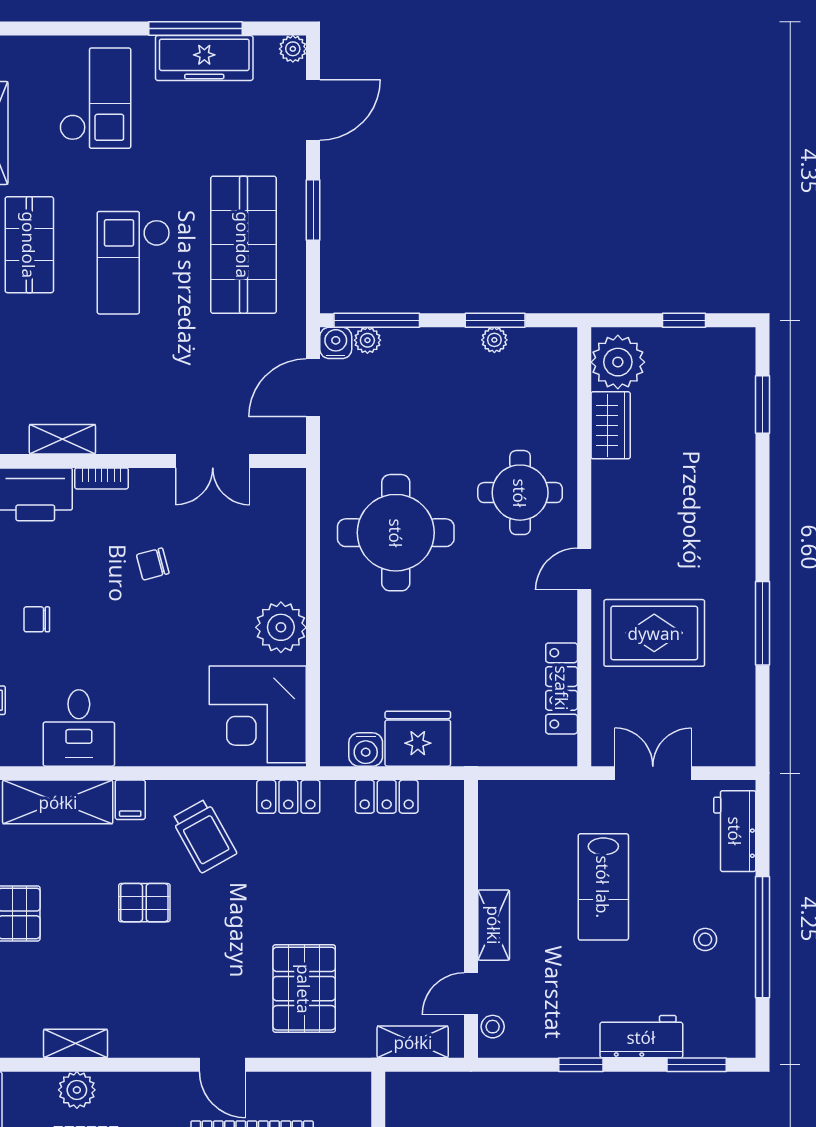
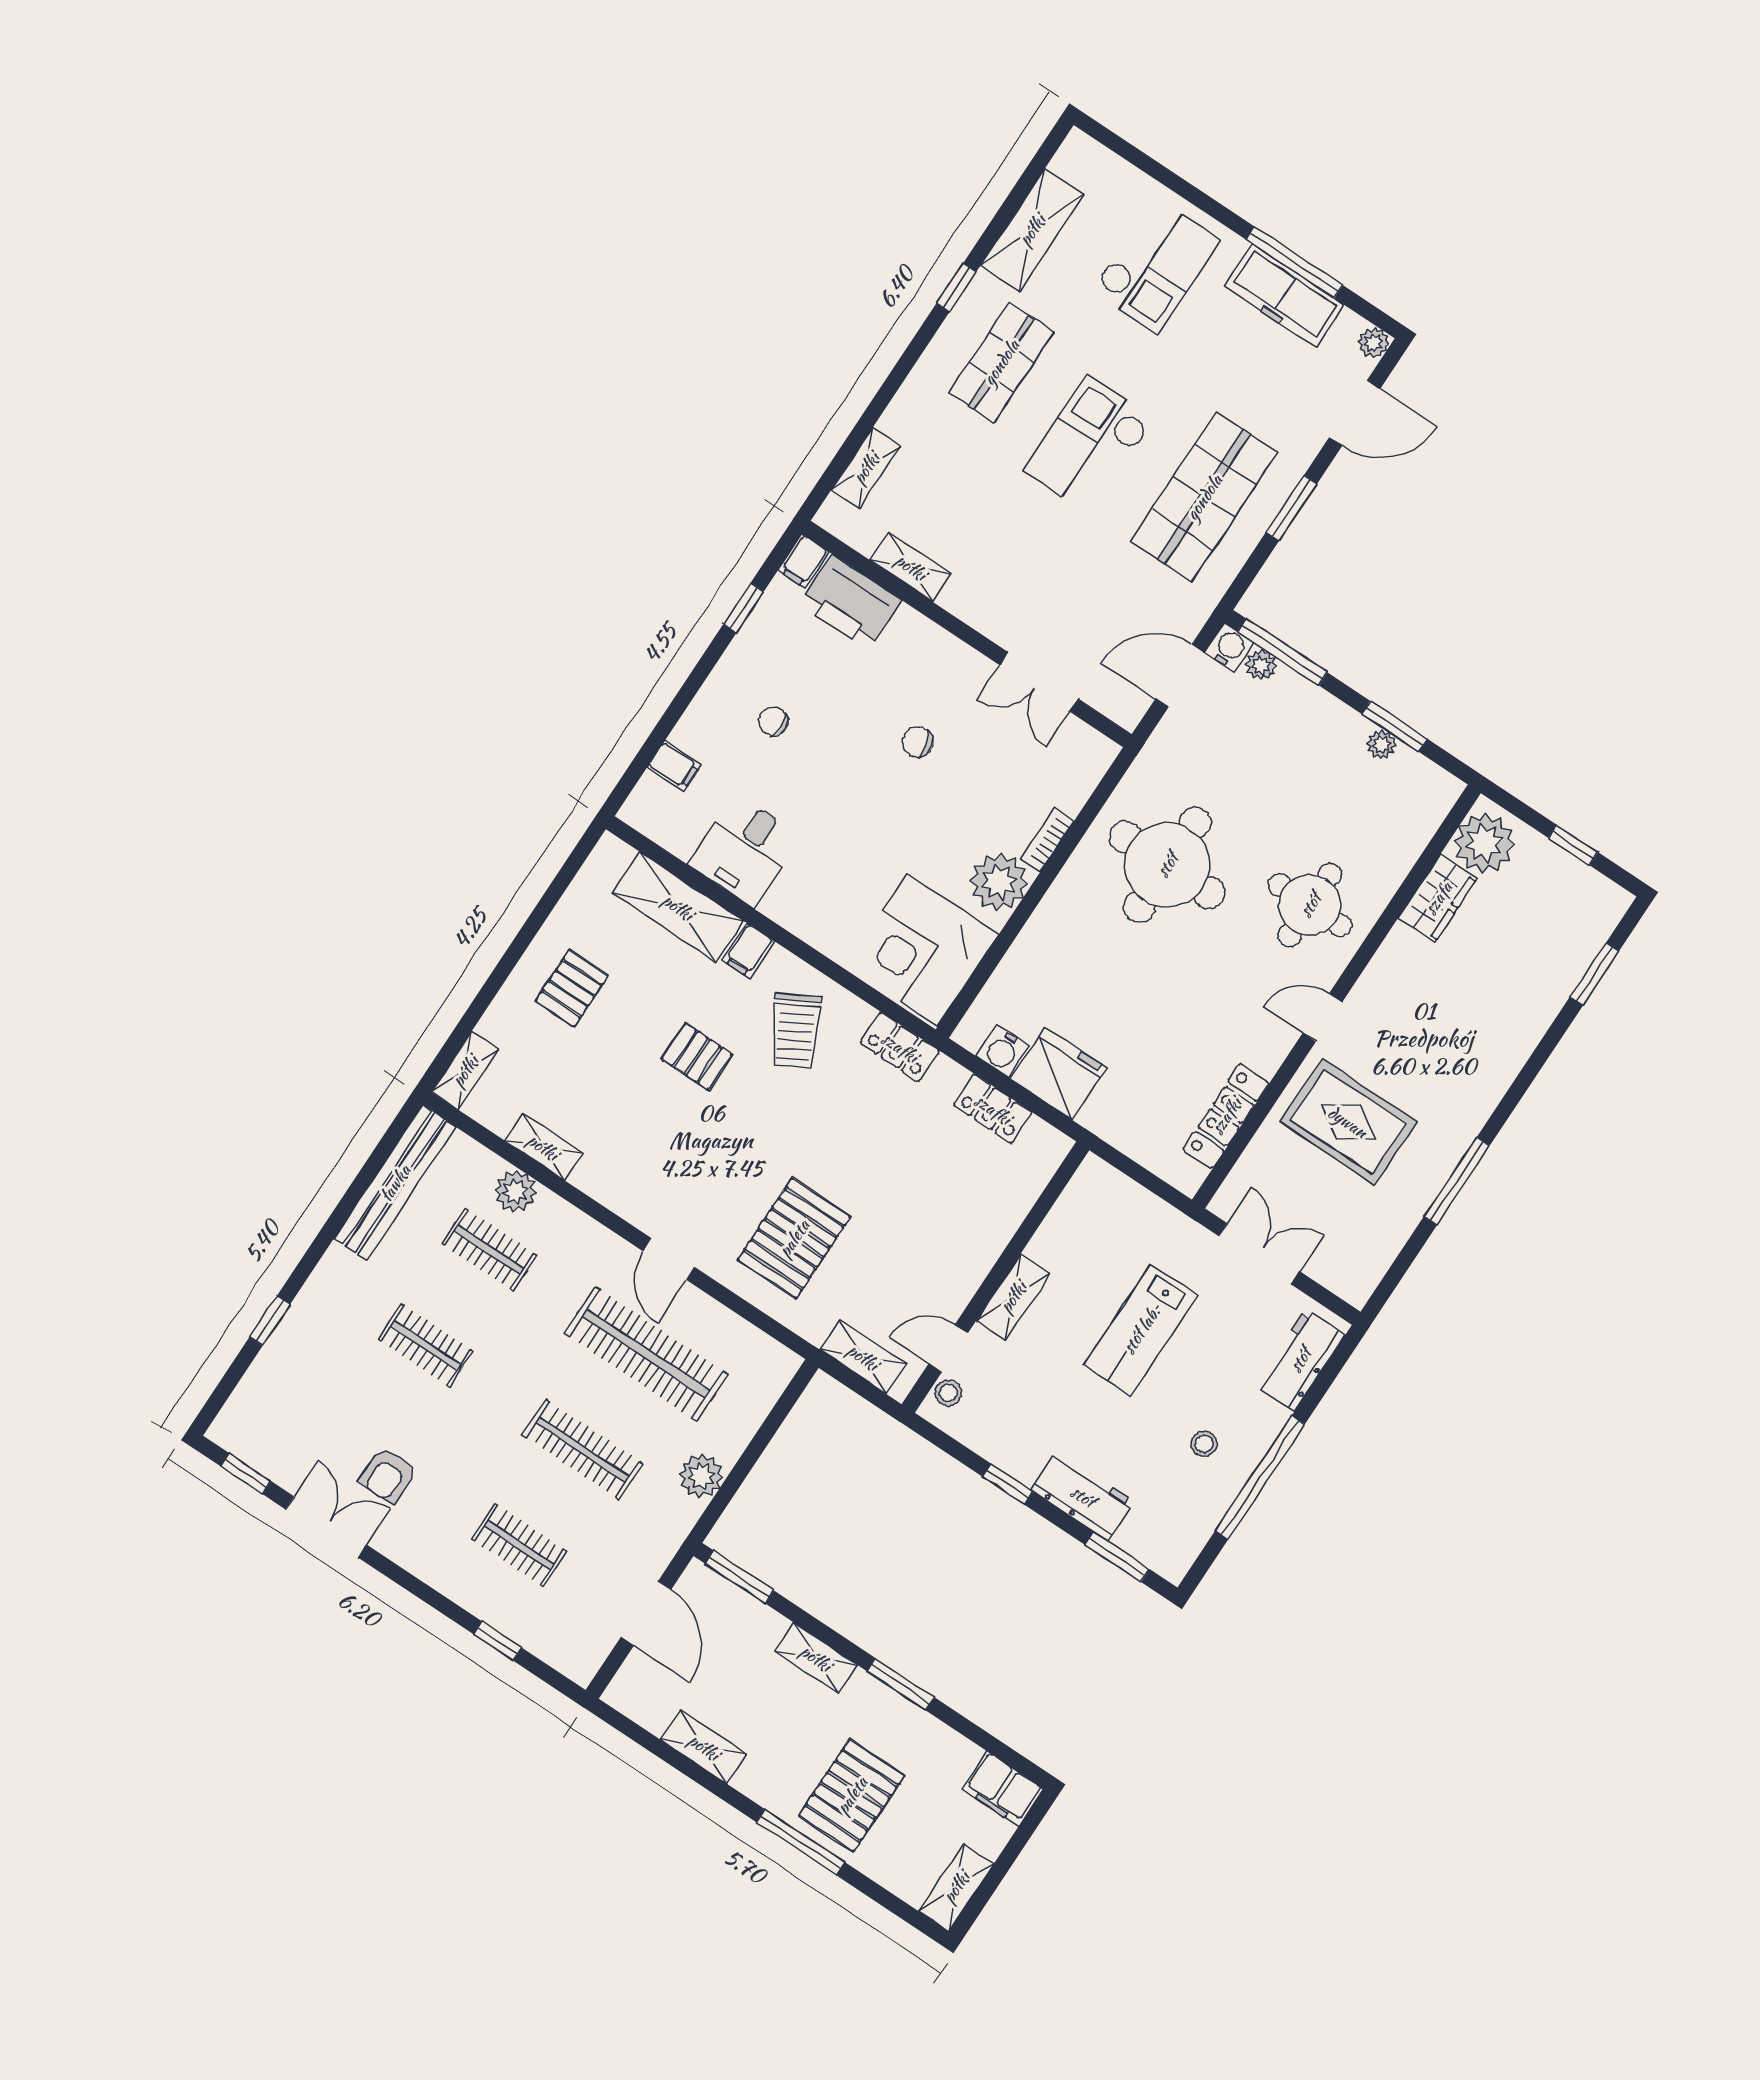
bookcase: (102, 478) -> (1047, 840), moved, turned 90

